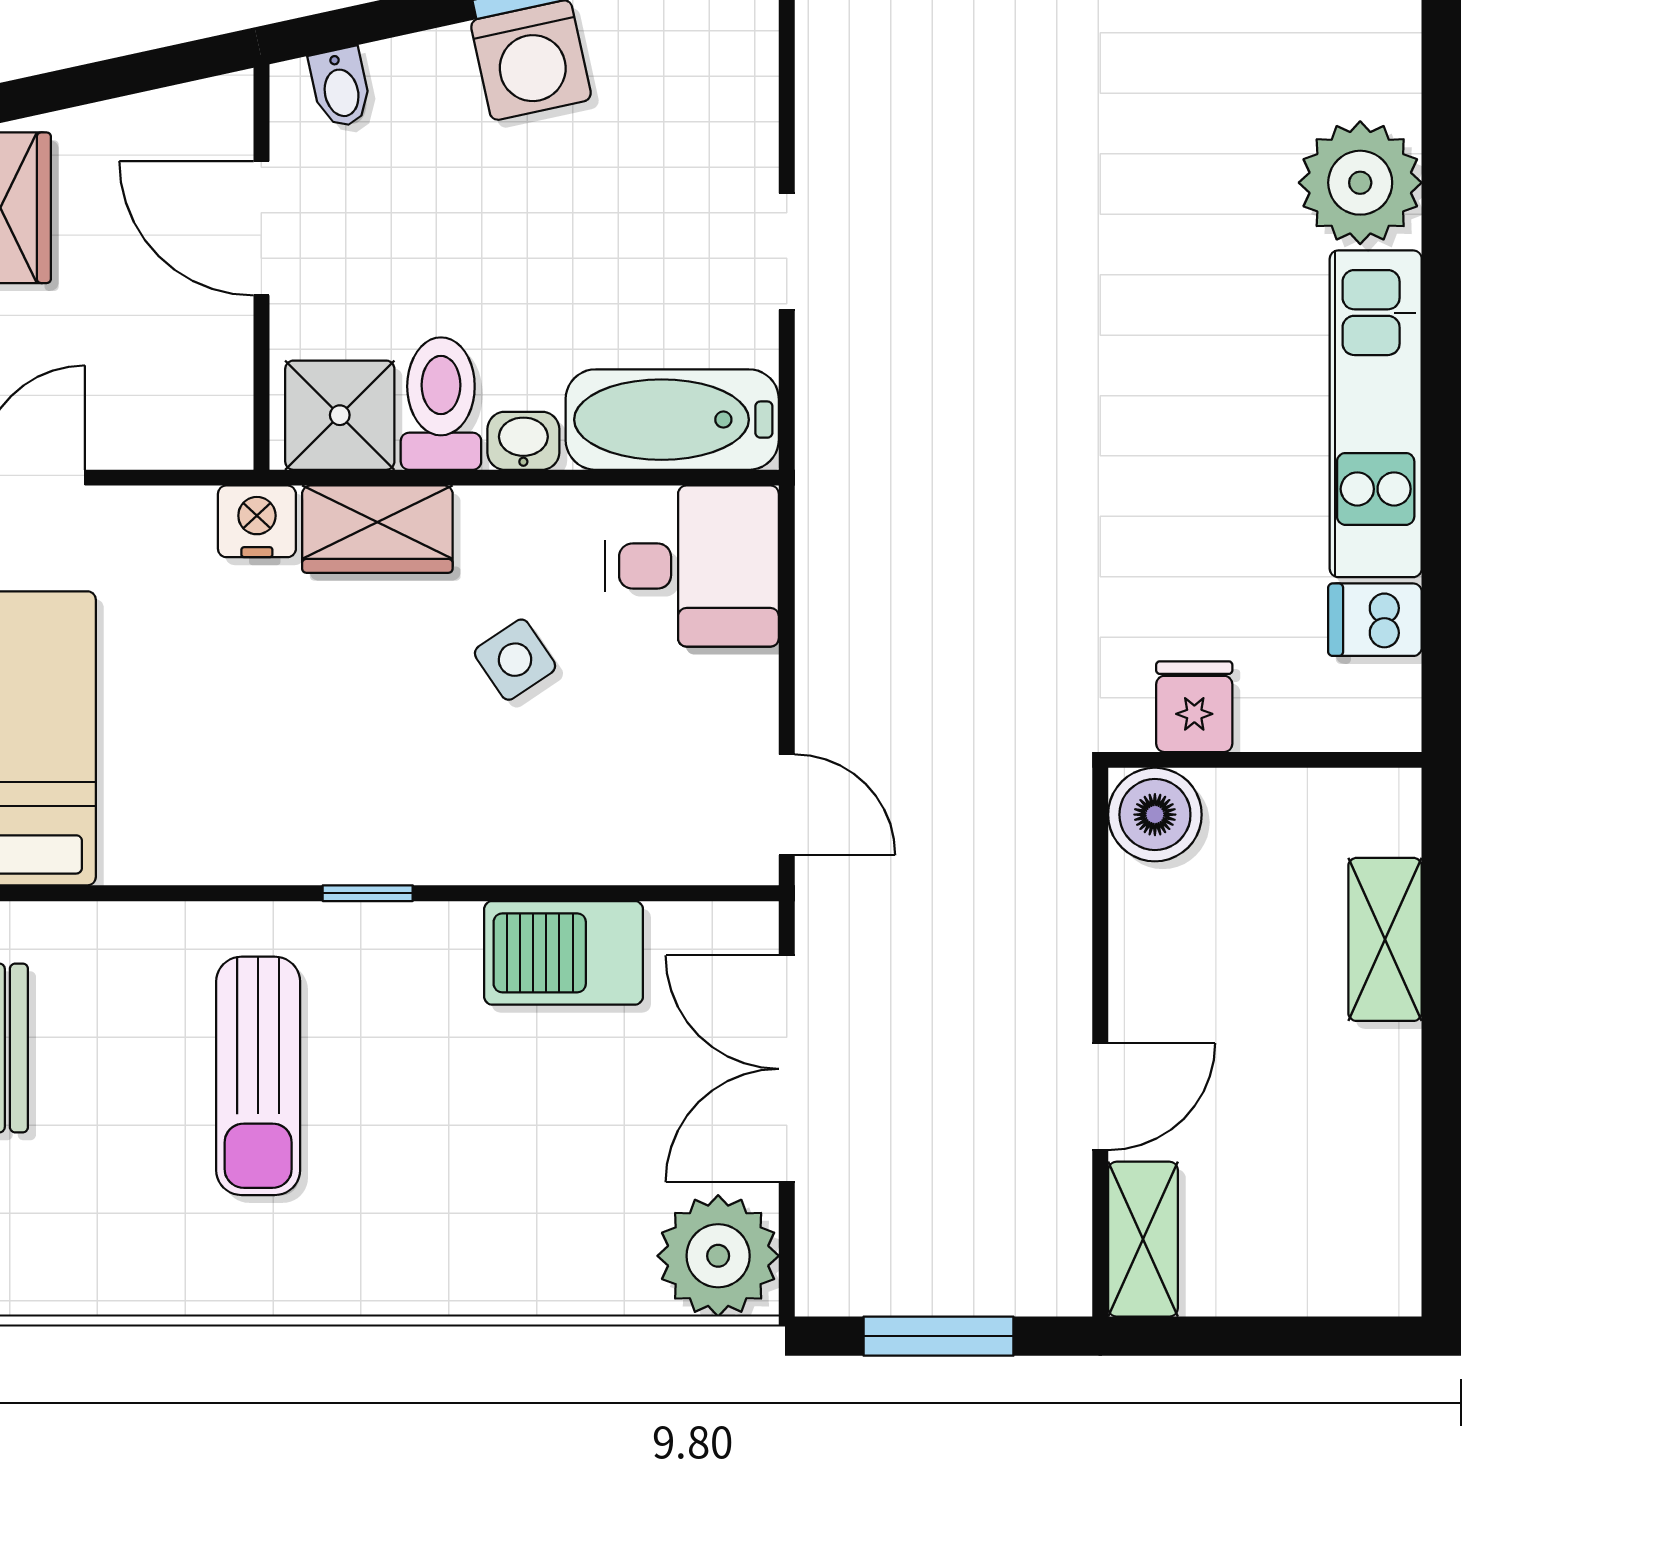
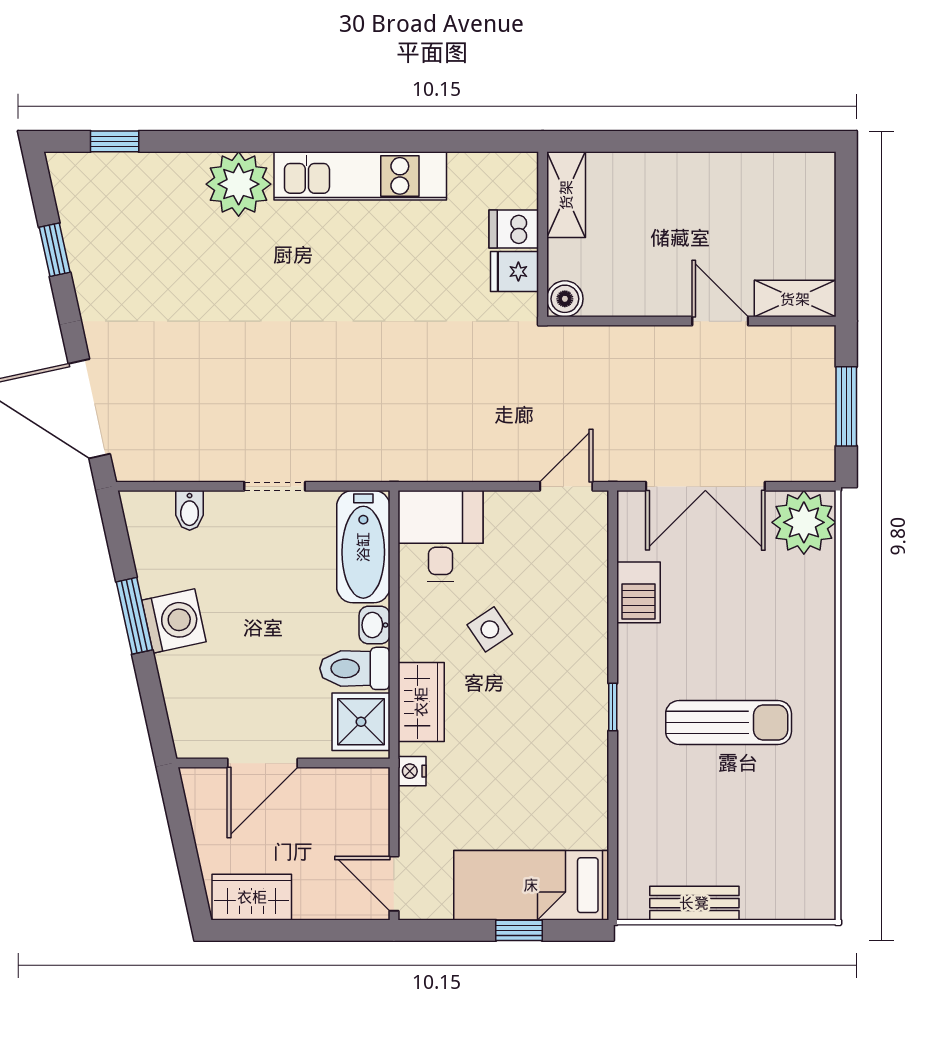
bidet: (340, 88) -> (190, 510), moved, turned 102
nightstand: (257, 521) -> (412, 771), width x0.72, depth x0.74
dishwasher: (1375, 620) -> (514, 229), moved, turned 90
boiler: (1155, 815) -> (565, 299), width x0.73, depth x0.73
shelving: (1385, 939) -> (566, 195), moved, turned 90
barbecue: (564, 953) -> (639, 592), width x0.73, depth x0.79
sun lounger: (258, 1076) -> (729, 722), moved

